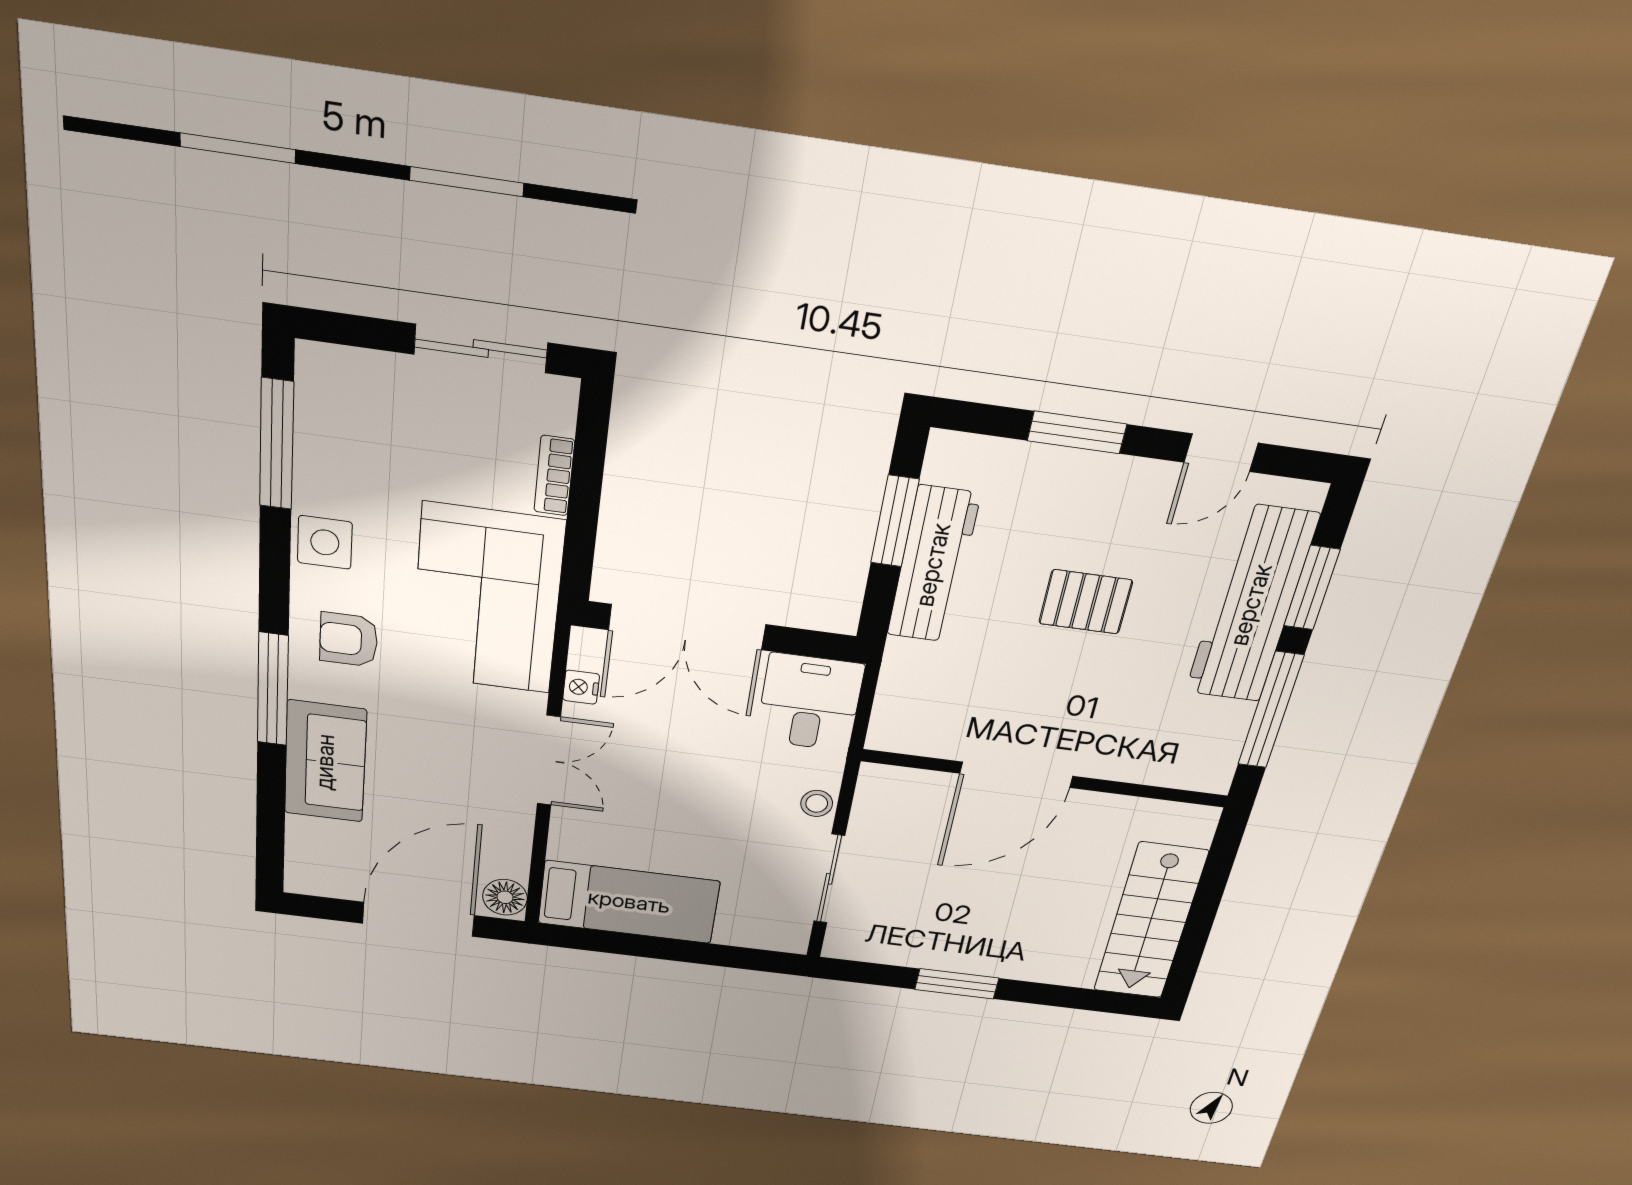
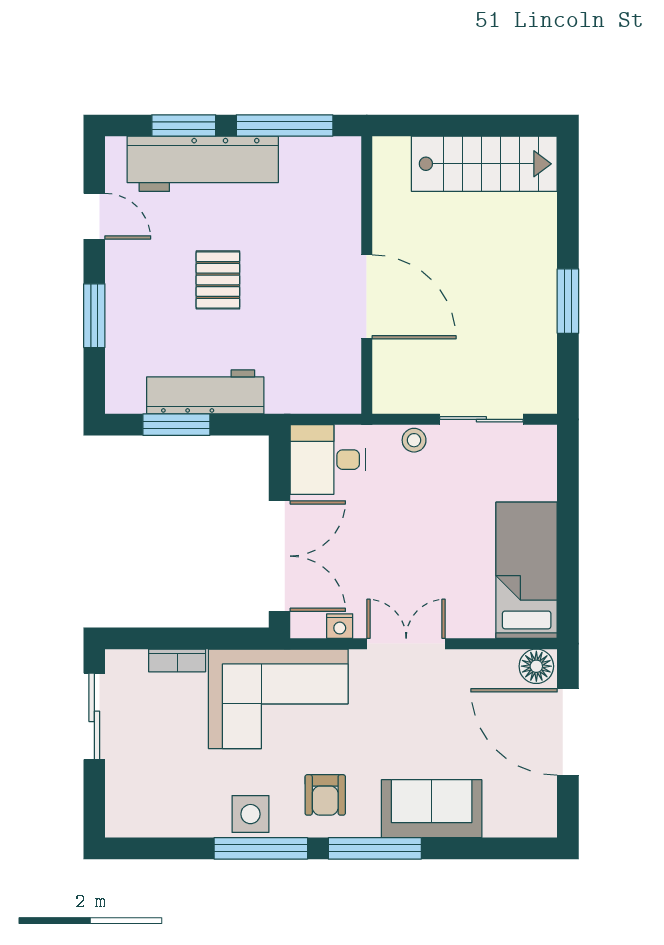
window: (277, 444) -> (261, 848), moved

